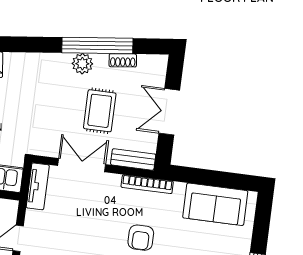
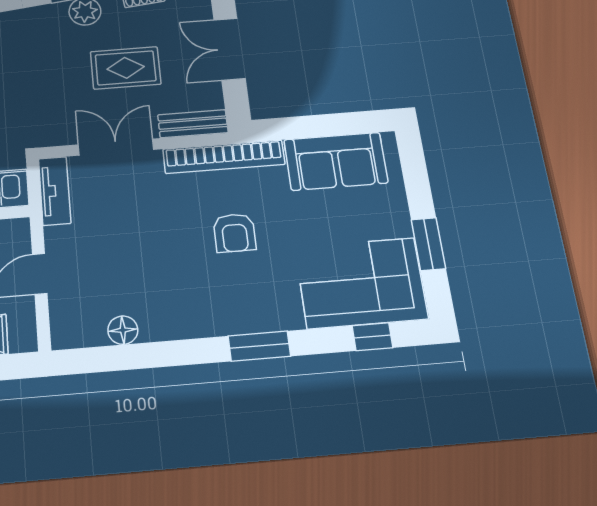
rug: (100, 111) -> (126, 68), turned 90
bookcase: (147, 184) -> (224, 157), width x1.48, depth x1.31

